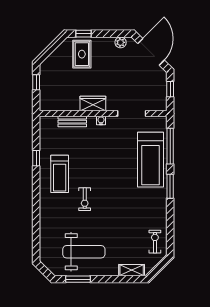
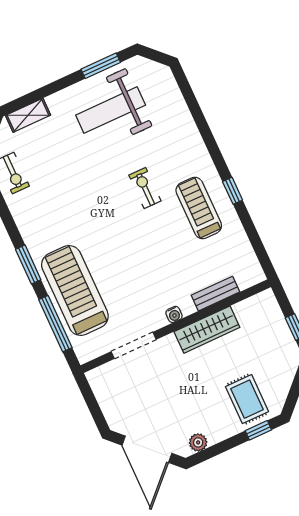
window: (170, 89) -> (94, 407), removed
wardrobe: (93, 104) -> (207, 330), width x1.50
window: (36, 158) -> (233, 191), moved

